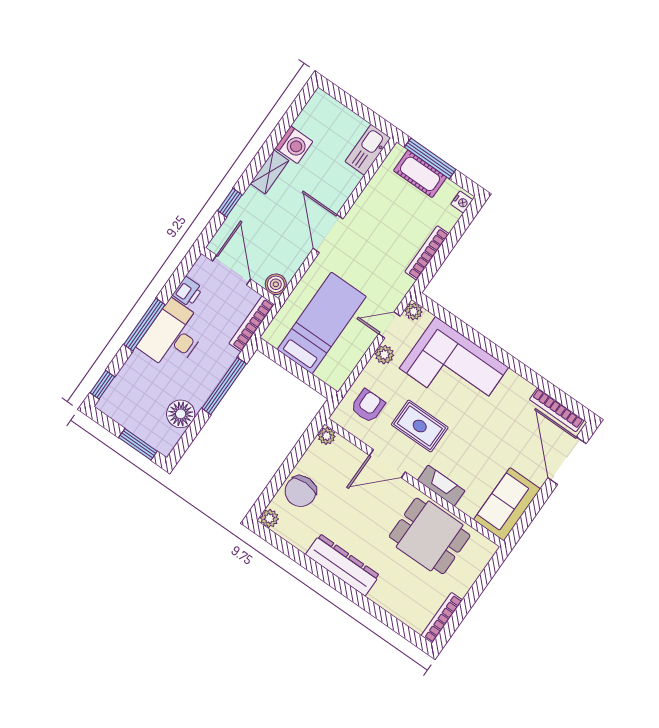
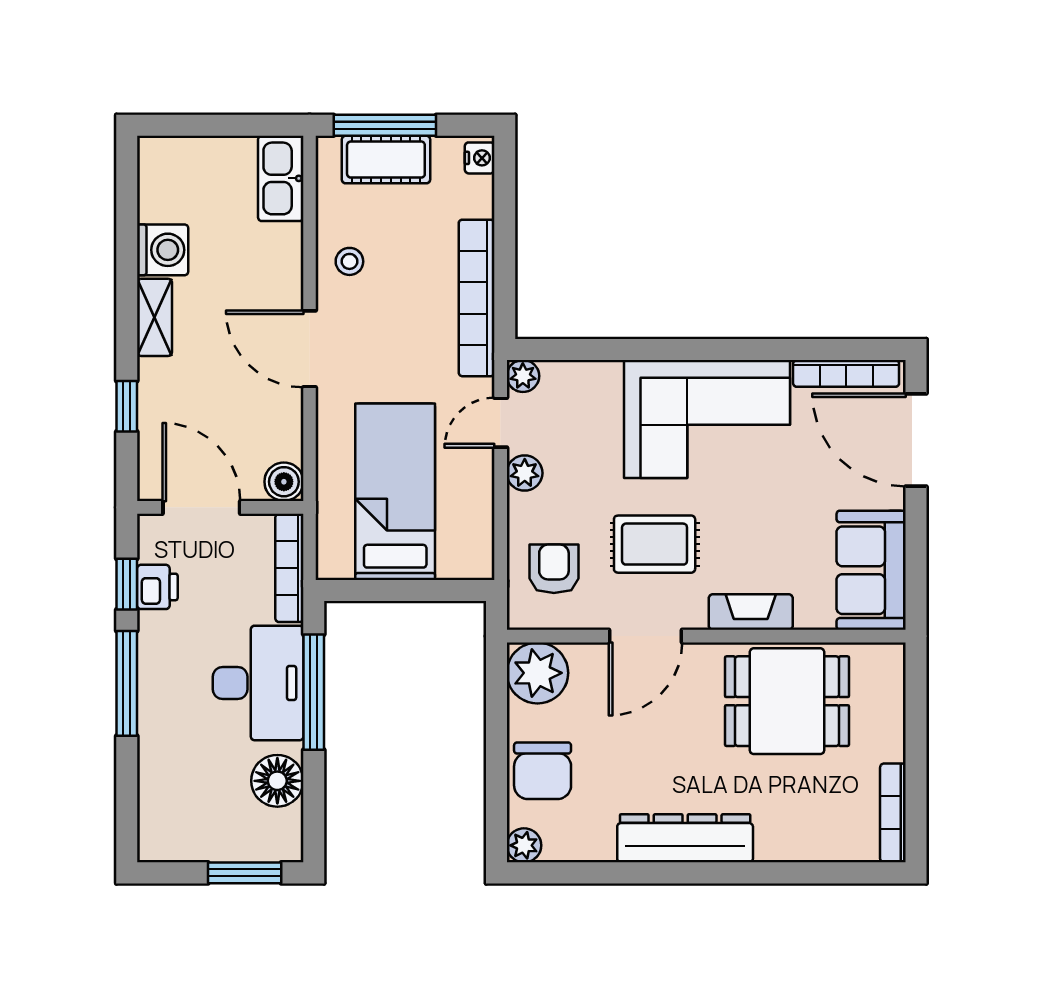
stool: (373, 207) -> (349, 261), added
bookcase: (427, 253) -> (477, 298), width x1.48, depth x1.31
desk: (173, 336) -> (258, 683), moved, turned 180
corner sofa: (454, 368) -> (707, 419), moved
window: (102, 385) -> (127, 584), moved
plant: (327, 436) -> (537, 673), width x1.88, depth x1.88

